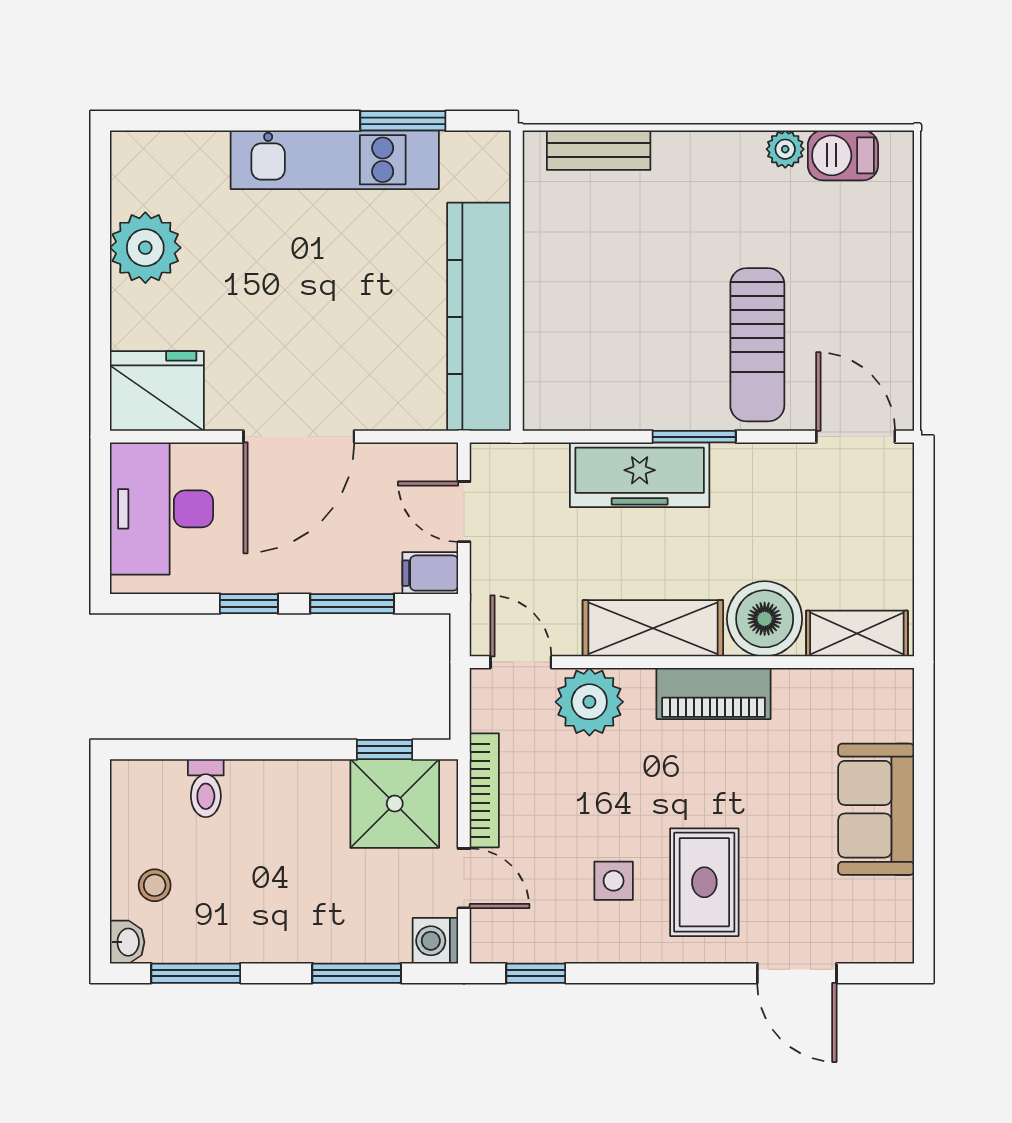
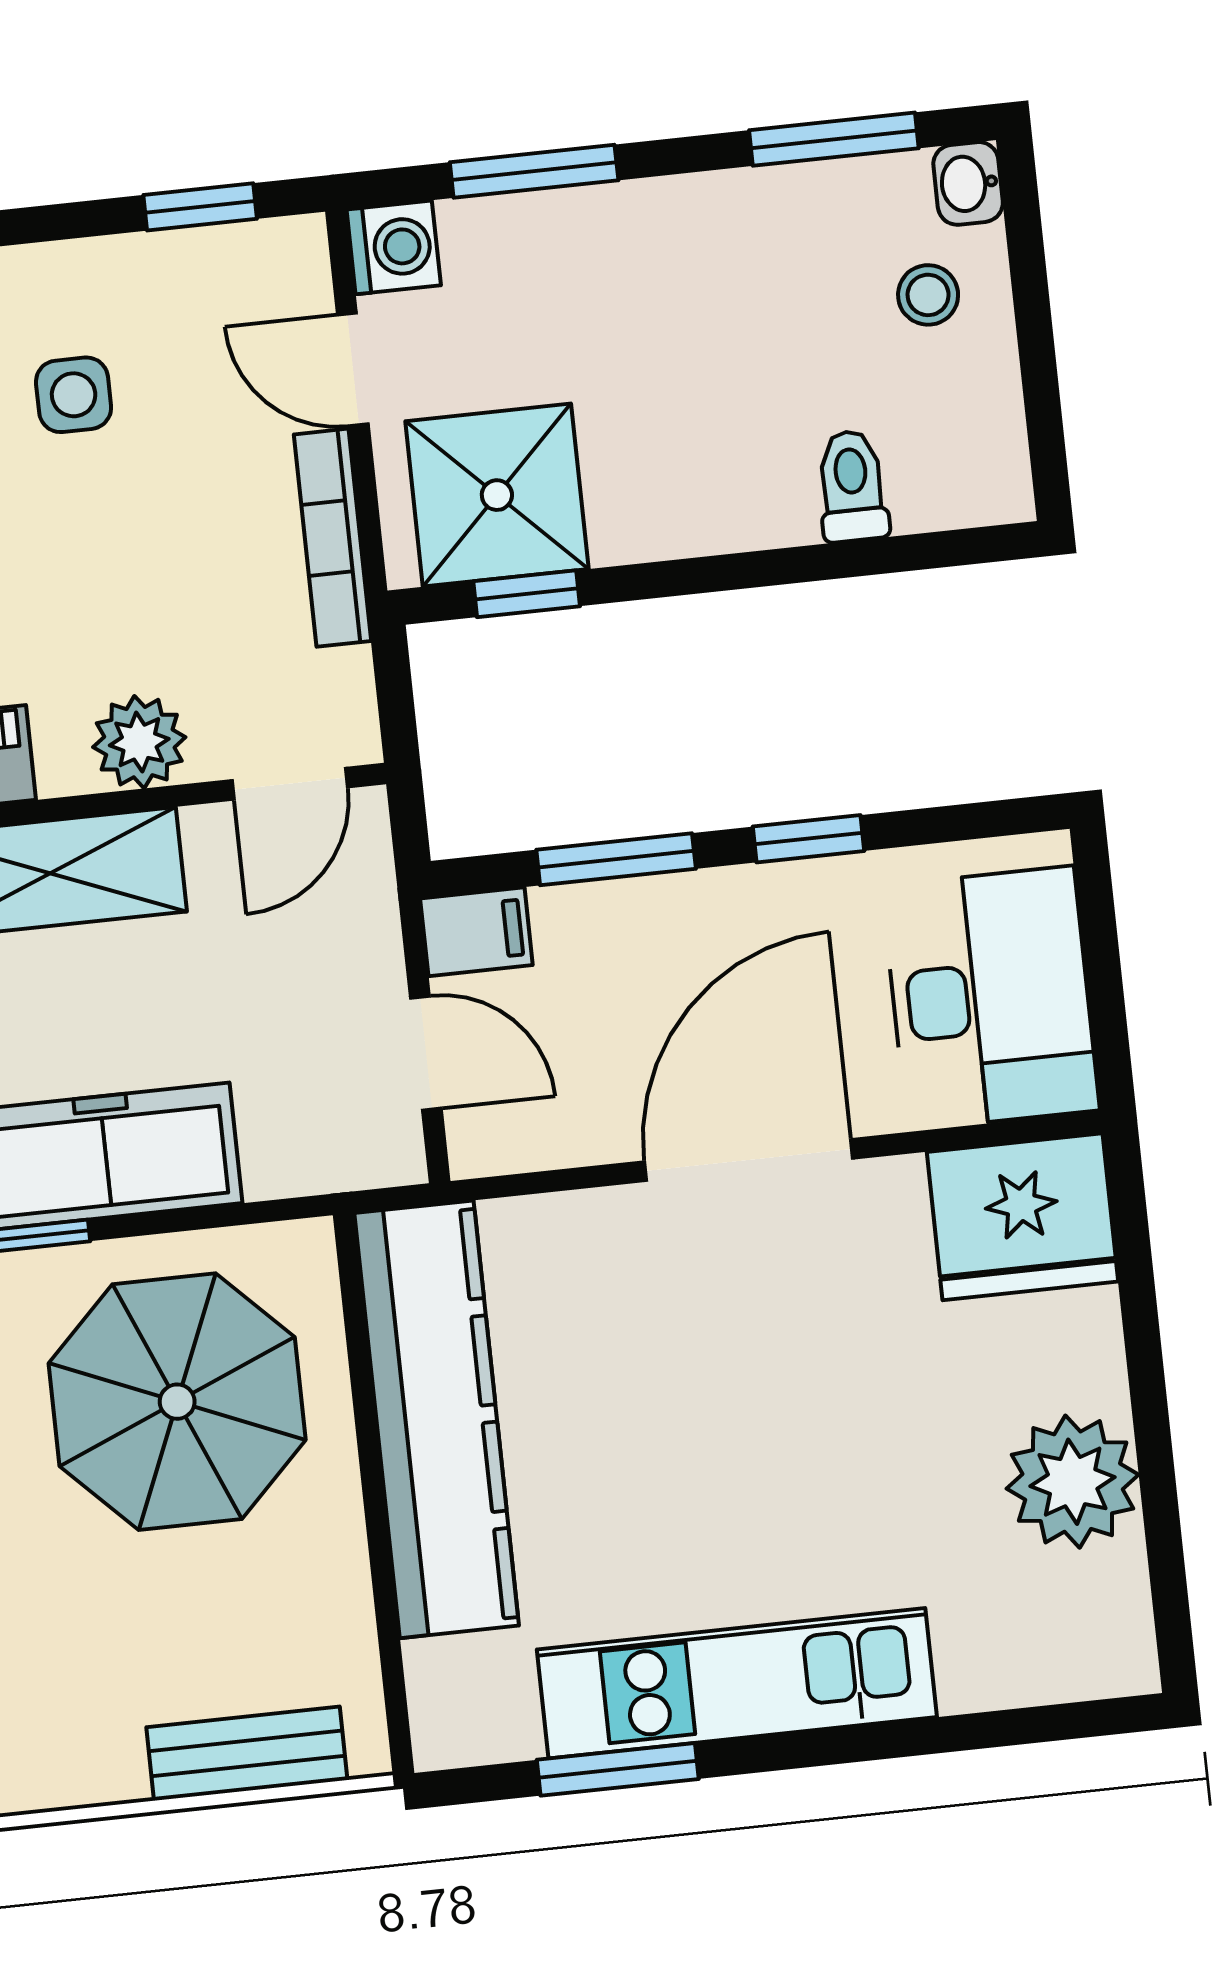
parasol: (616, 341) -> (177, 1402), added
door: (521, 662) -> (290, 784), hinge flipped
plant: (589, 702) -> (139, 742), width x0.73, depth x0.73

